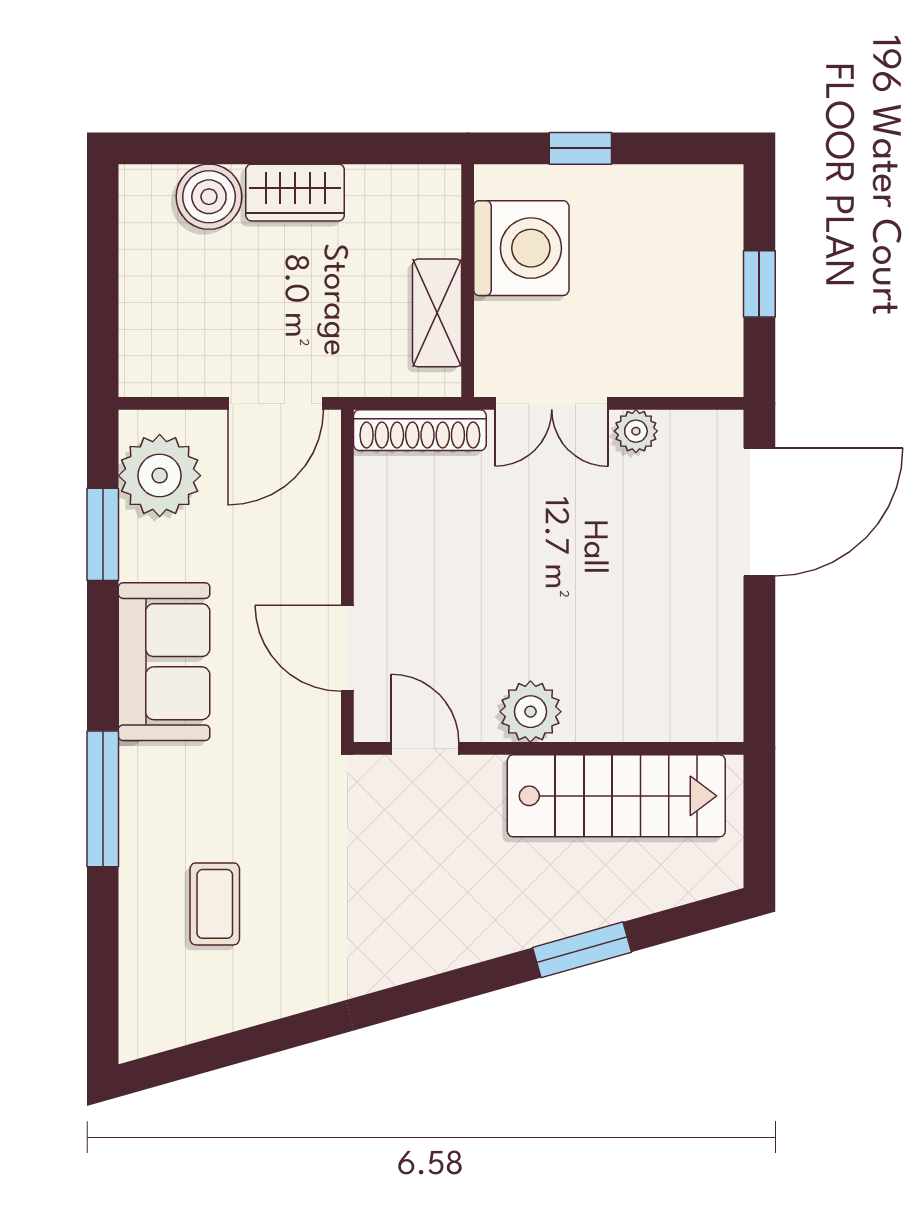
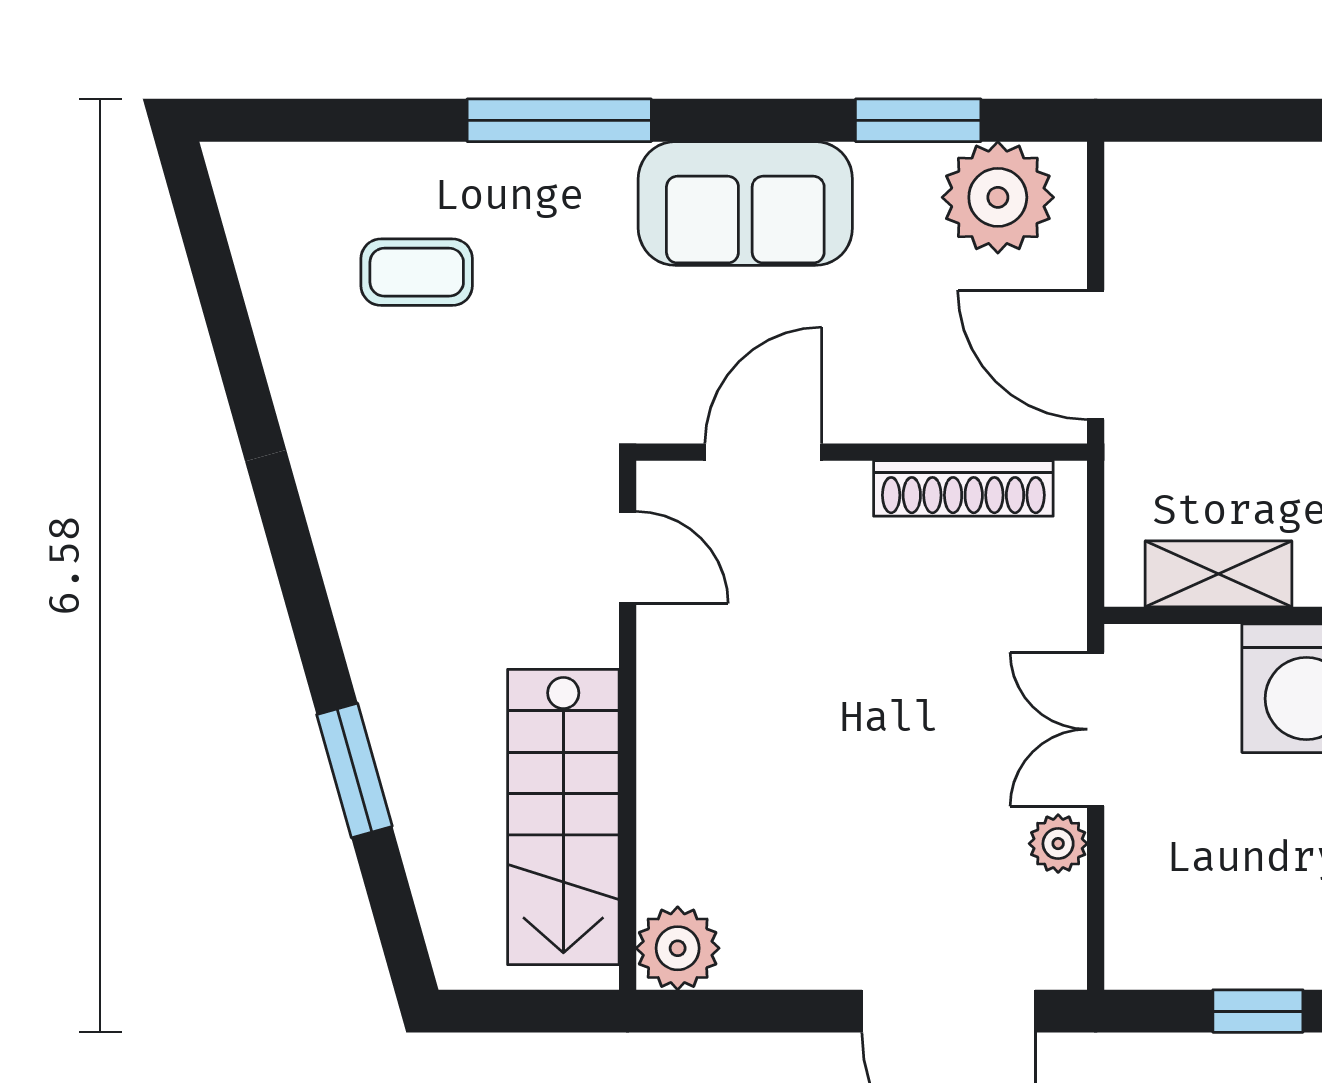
shoe rack: (420, 430) -> (963, 488), moved, turned -90
plant: (530, 712) -> (678, 948), moved
door: (425, 748) -> (628, 557), hinge flipped

